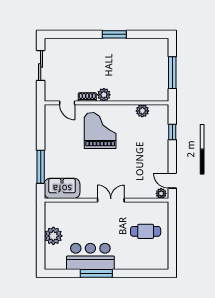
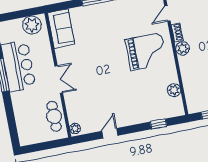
sofa: (62, 188) -> (61, 29), moved
plant: (161, 193) -> (75, 128), moved
wall: (106, 200) -> (58, 75), moved
double door: (111, 200) -> (59, 79), moved

